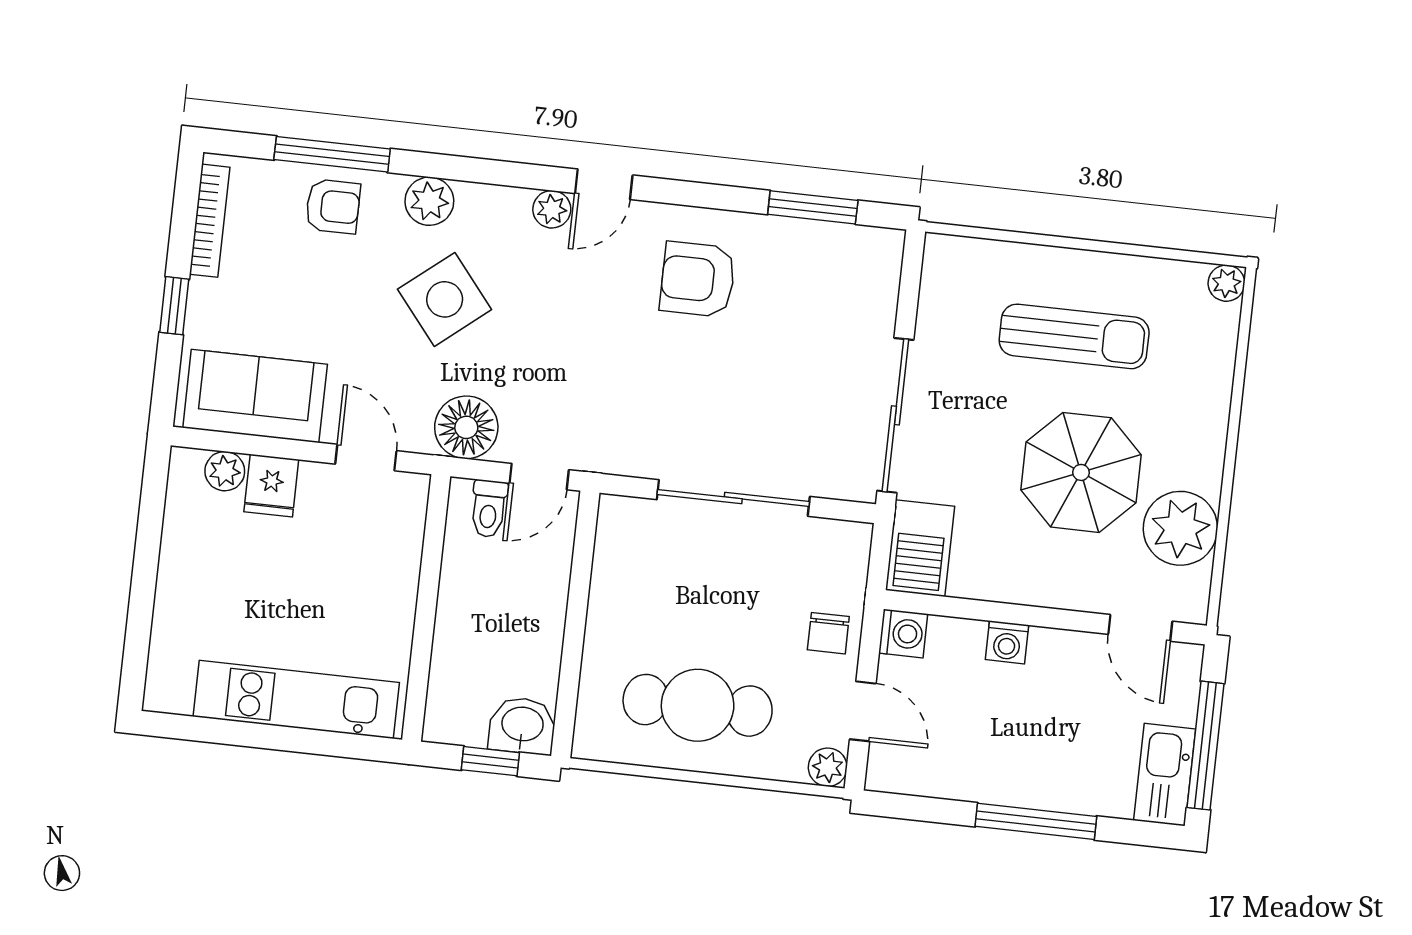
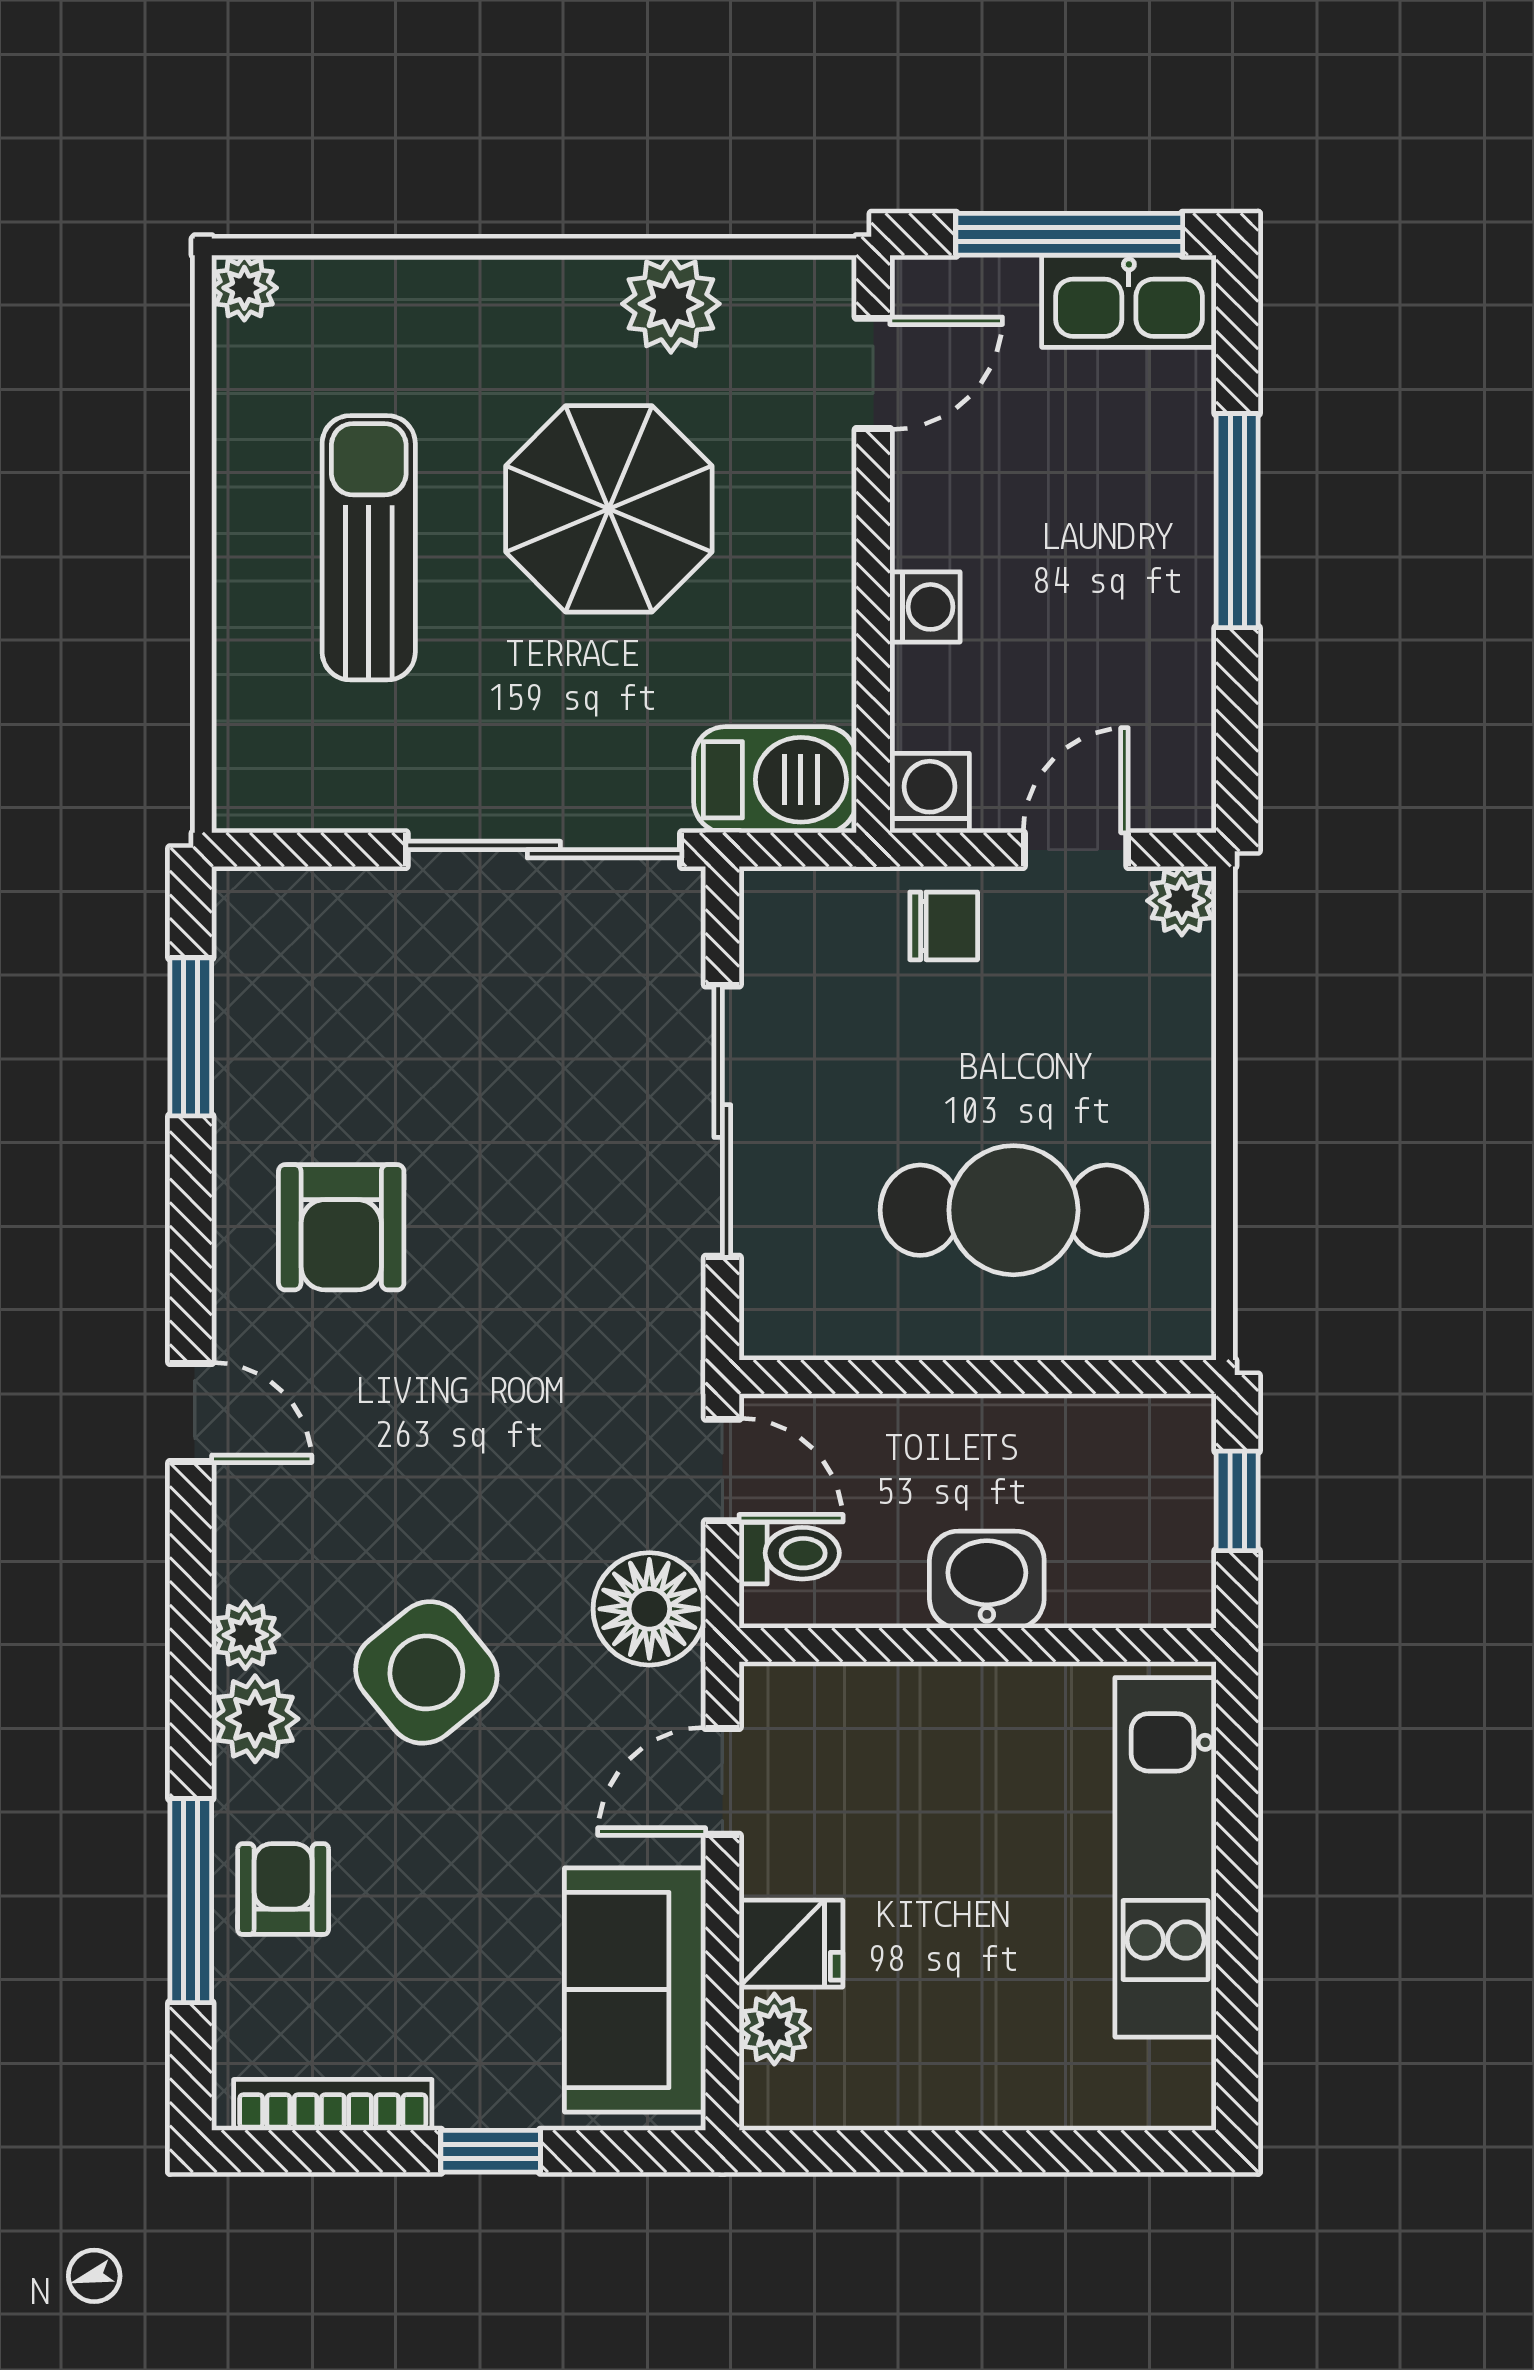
plant: (552, 209) -> (245, 1635), moved
plant: (1180, 528) -> (671, 304), width x0.73, depth x0.73
cafe table: (698, 705) -> (1013, 1210), moved, turned 90
washbasin: (522, 726) -> (987, 1580), moved, turned 90

